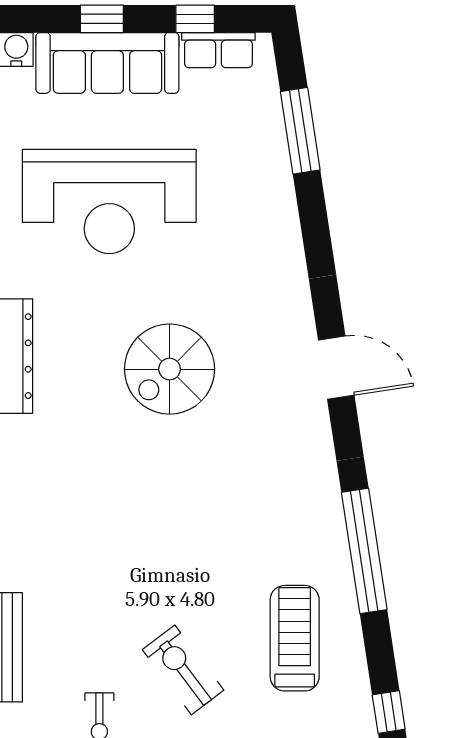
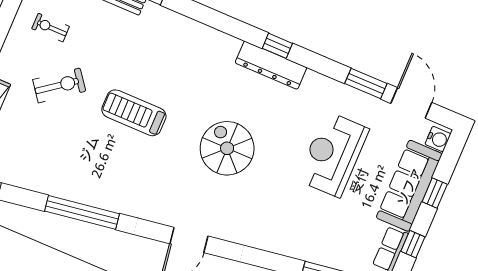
reception desk: (109, 201) -> (333, 154), width x0.74, depth x0.77
treadmill: (295, 638) -> (134, 113), moved, turned 180

